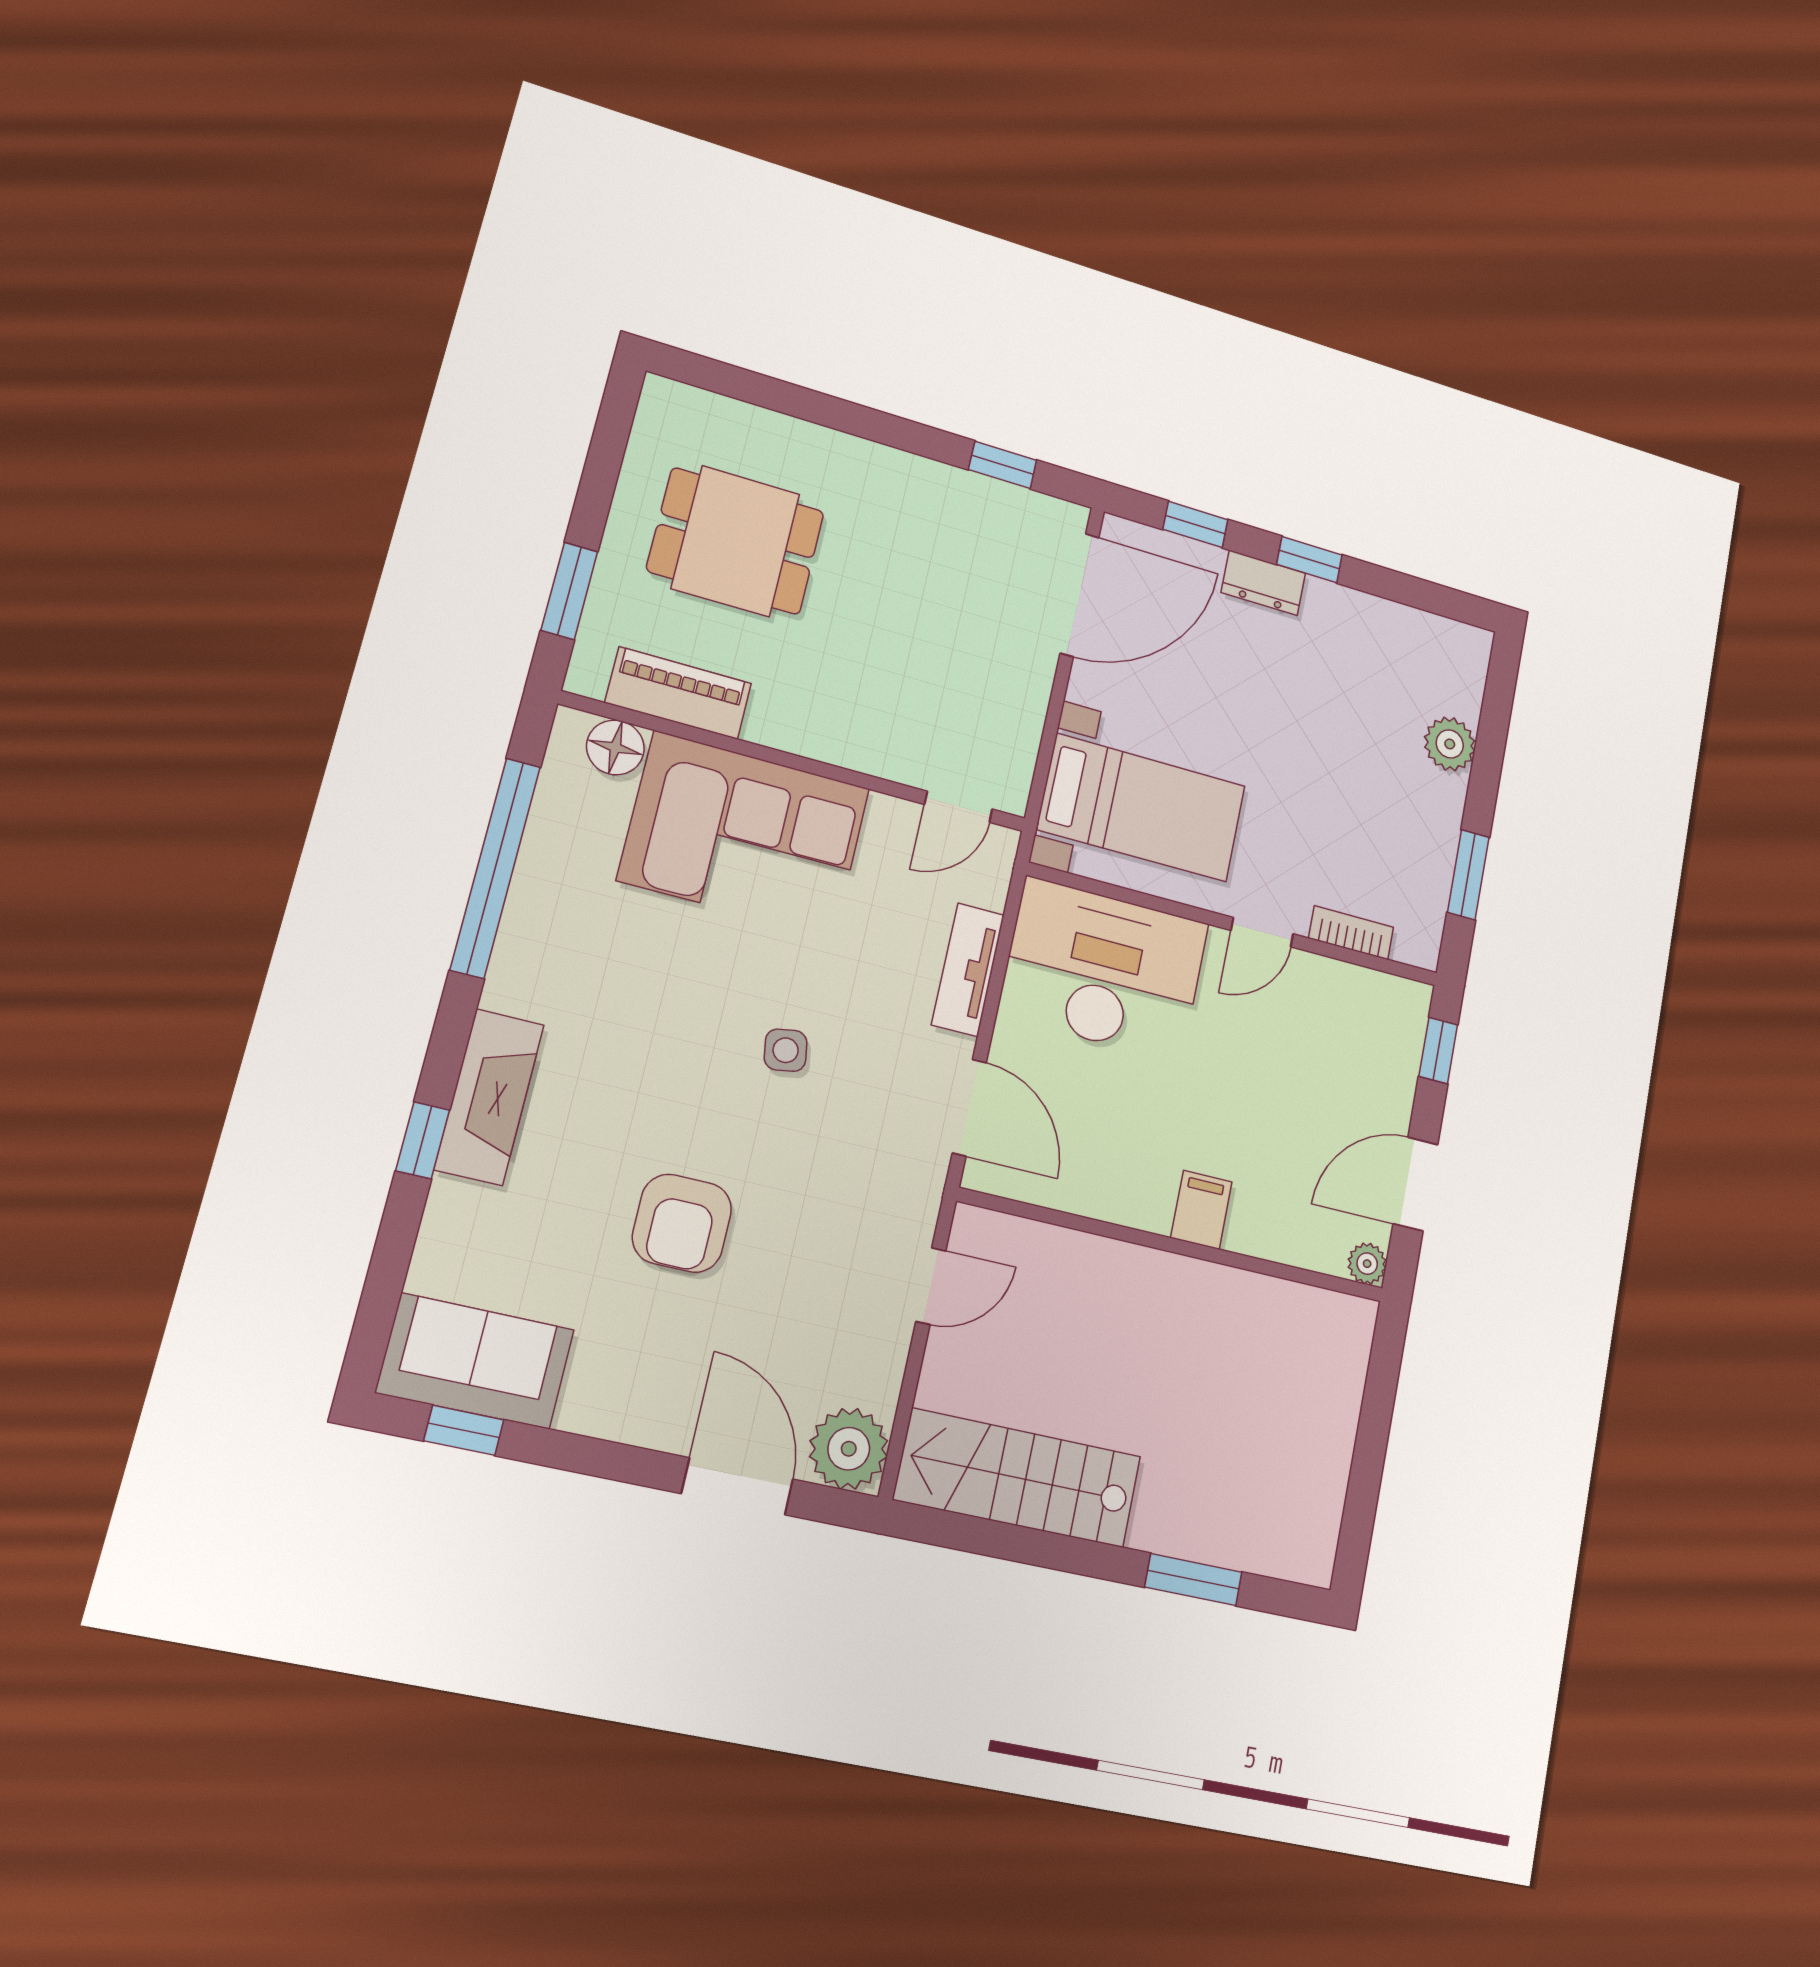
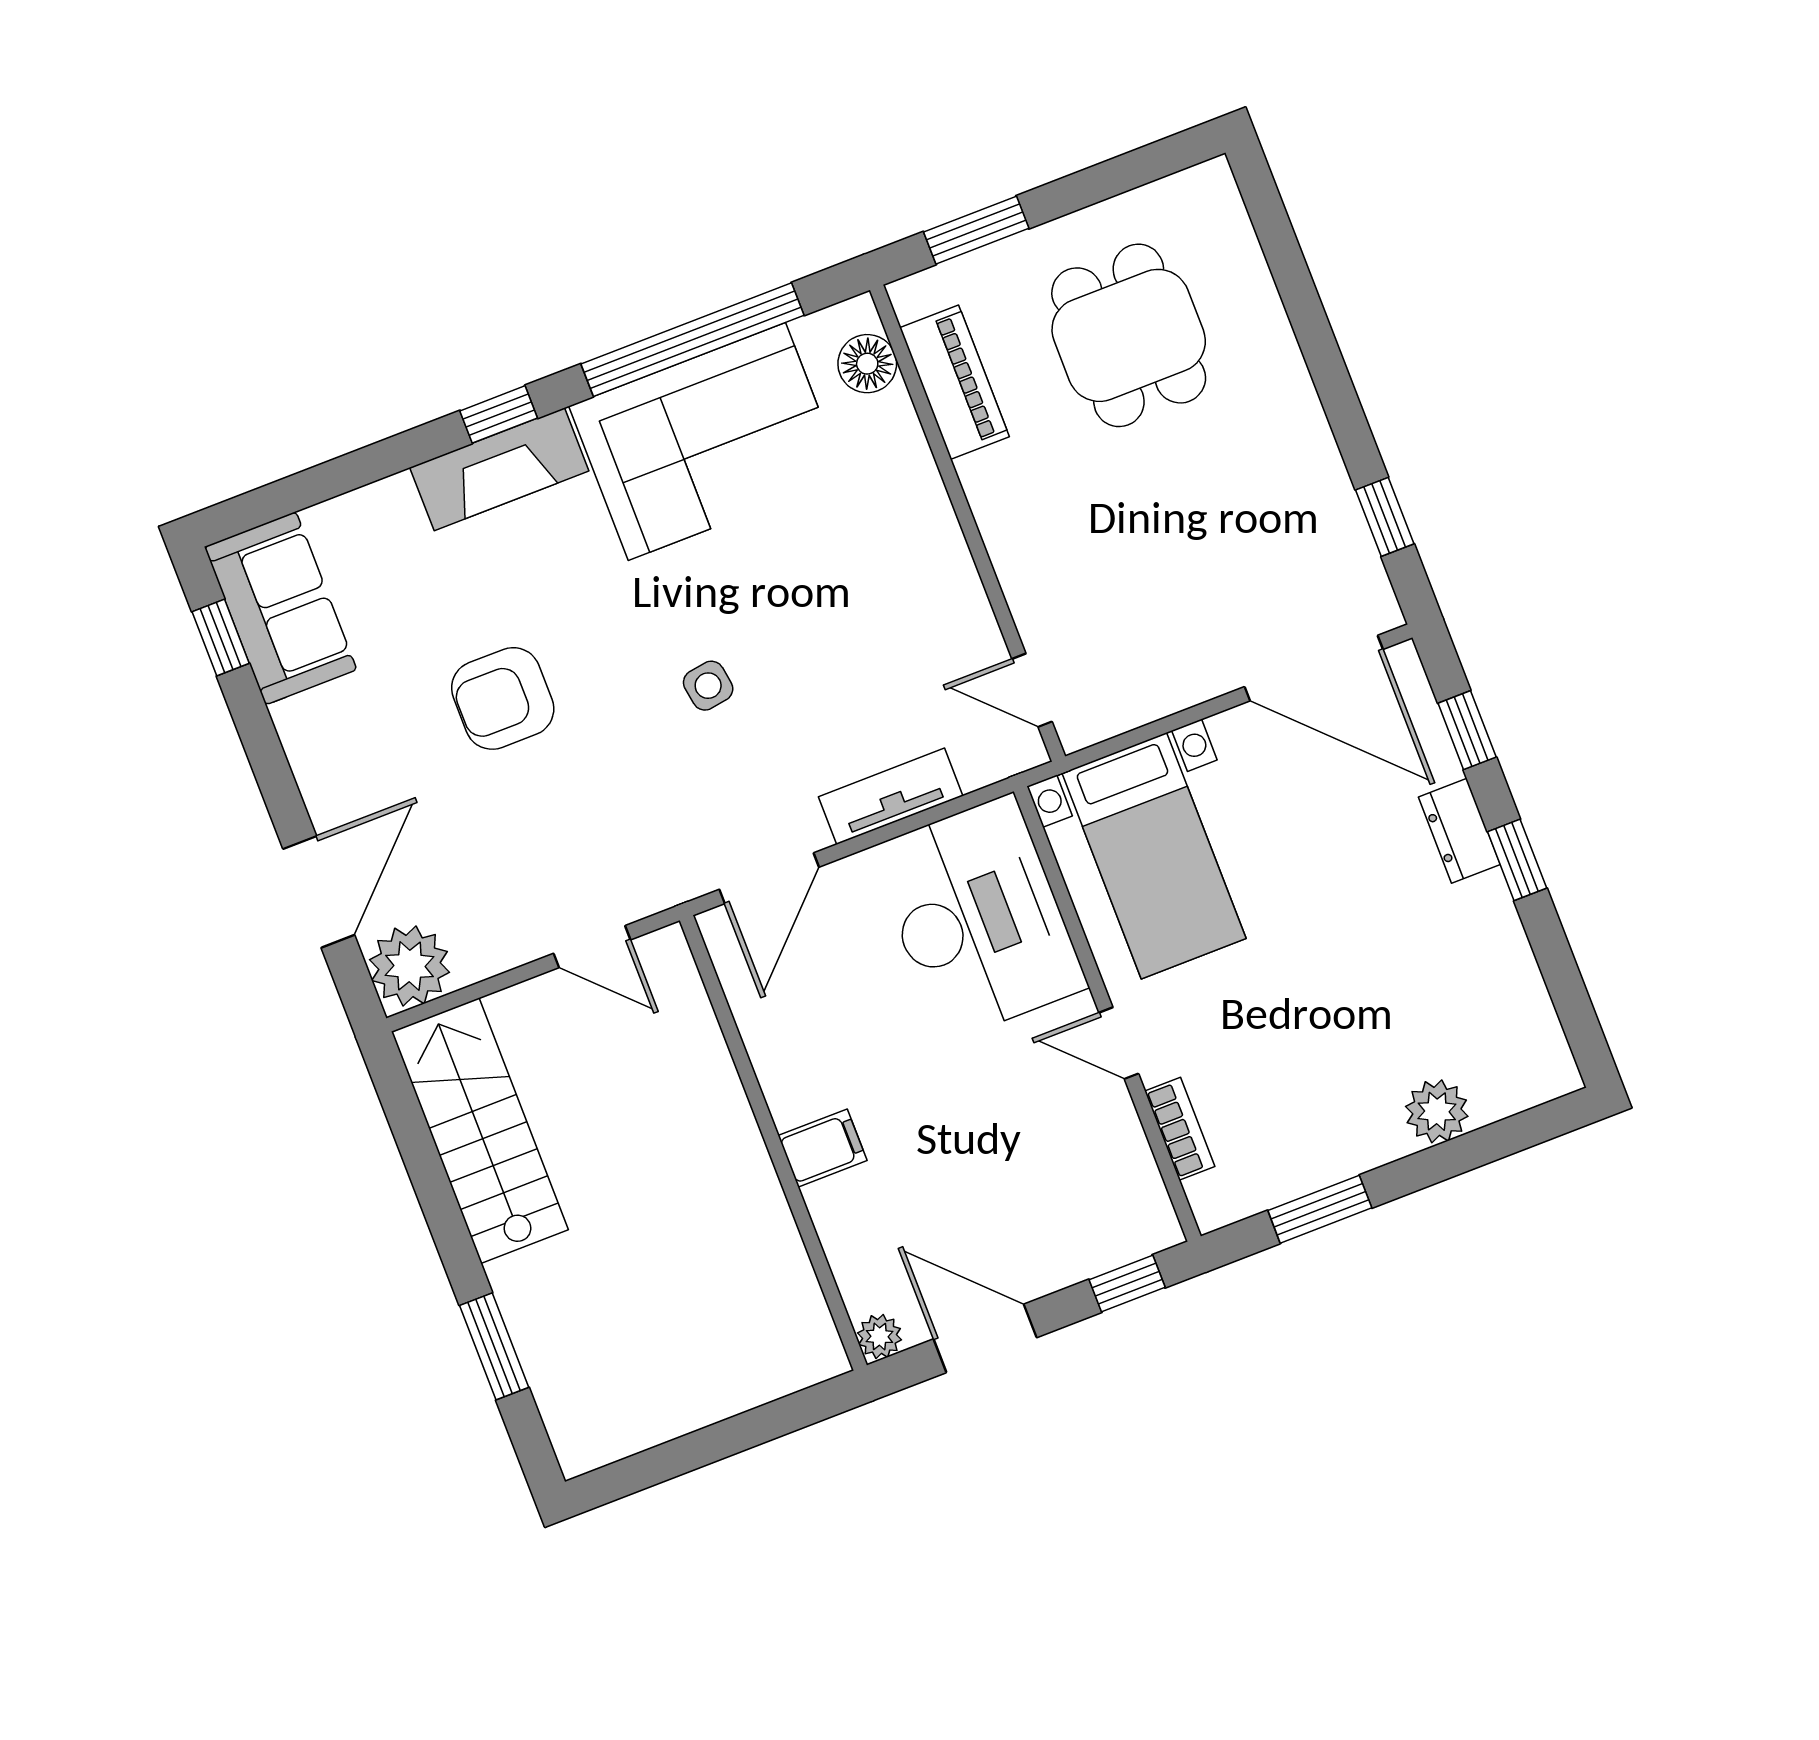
corner sofa: (745, 834) -> (707, 441), moved, turned -90
window: (423, 1140) -> (499, 414), moved

